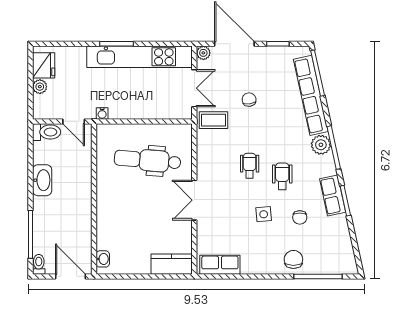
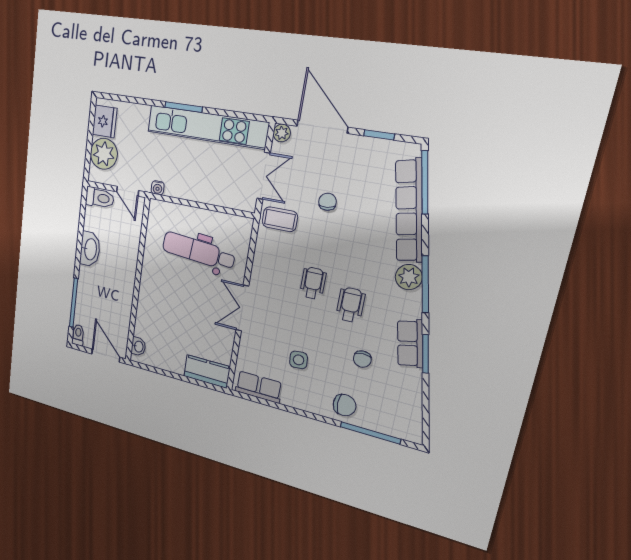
plant: (40, 87) -> (104, 154), width x1.87, depth x1.87
side table: (264, 214) -> (299, 360), moved
chair: (293, 259) -> (344, 405), turned 90

